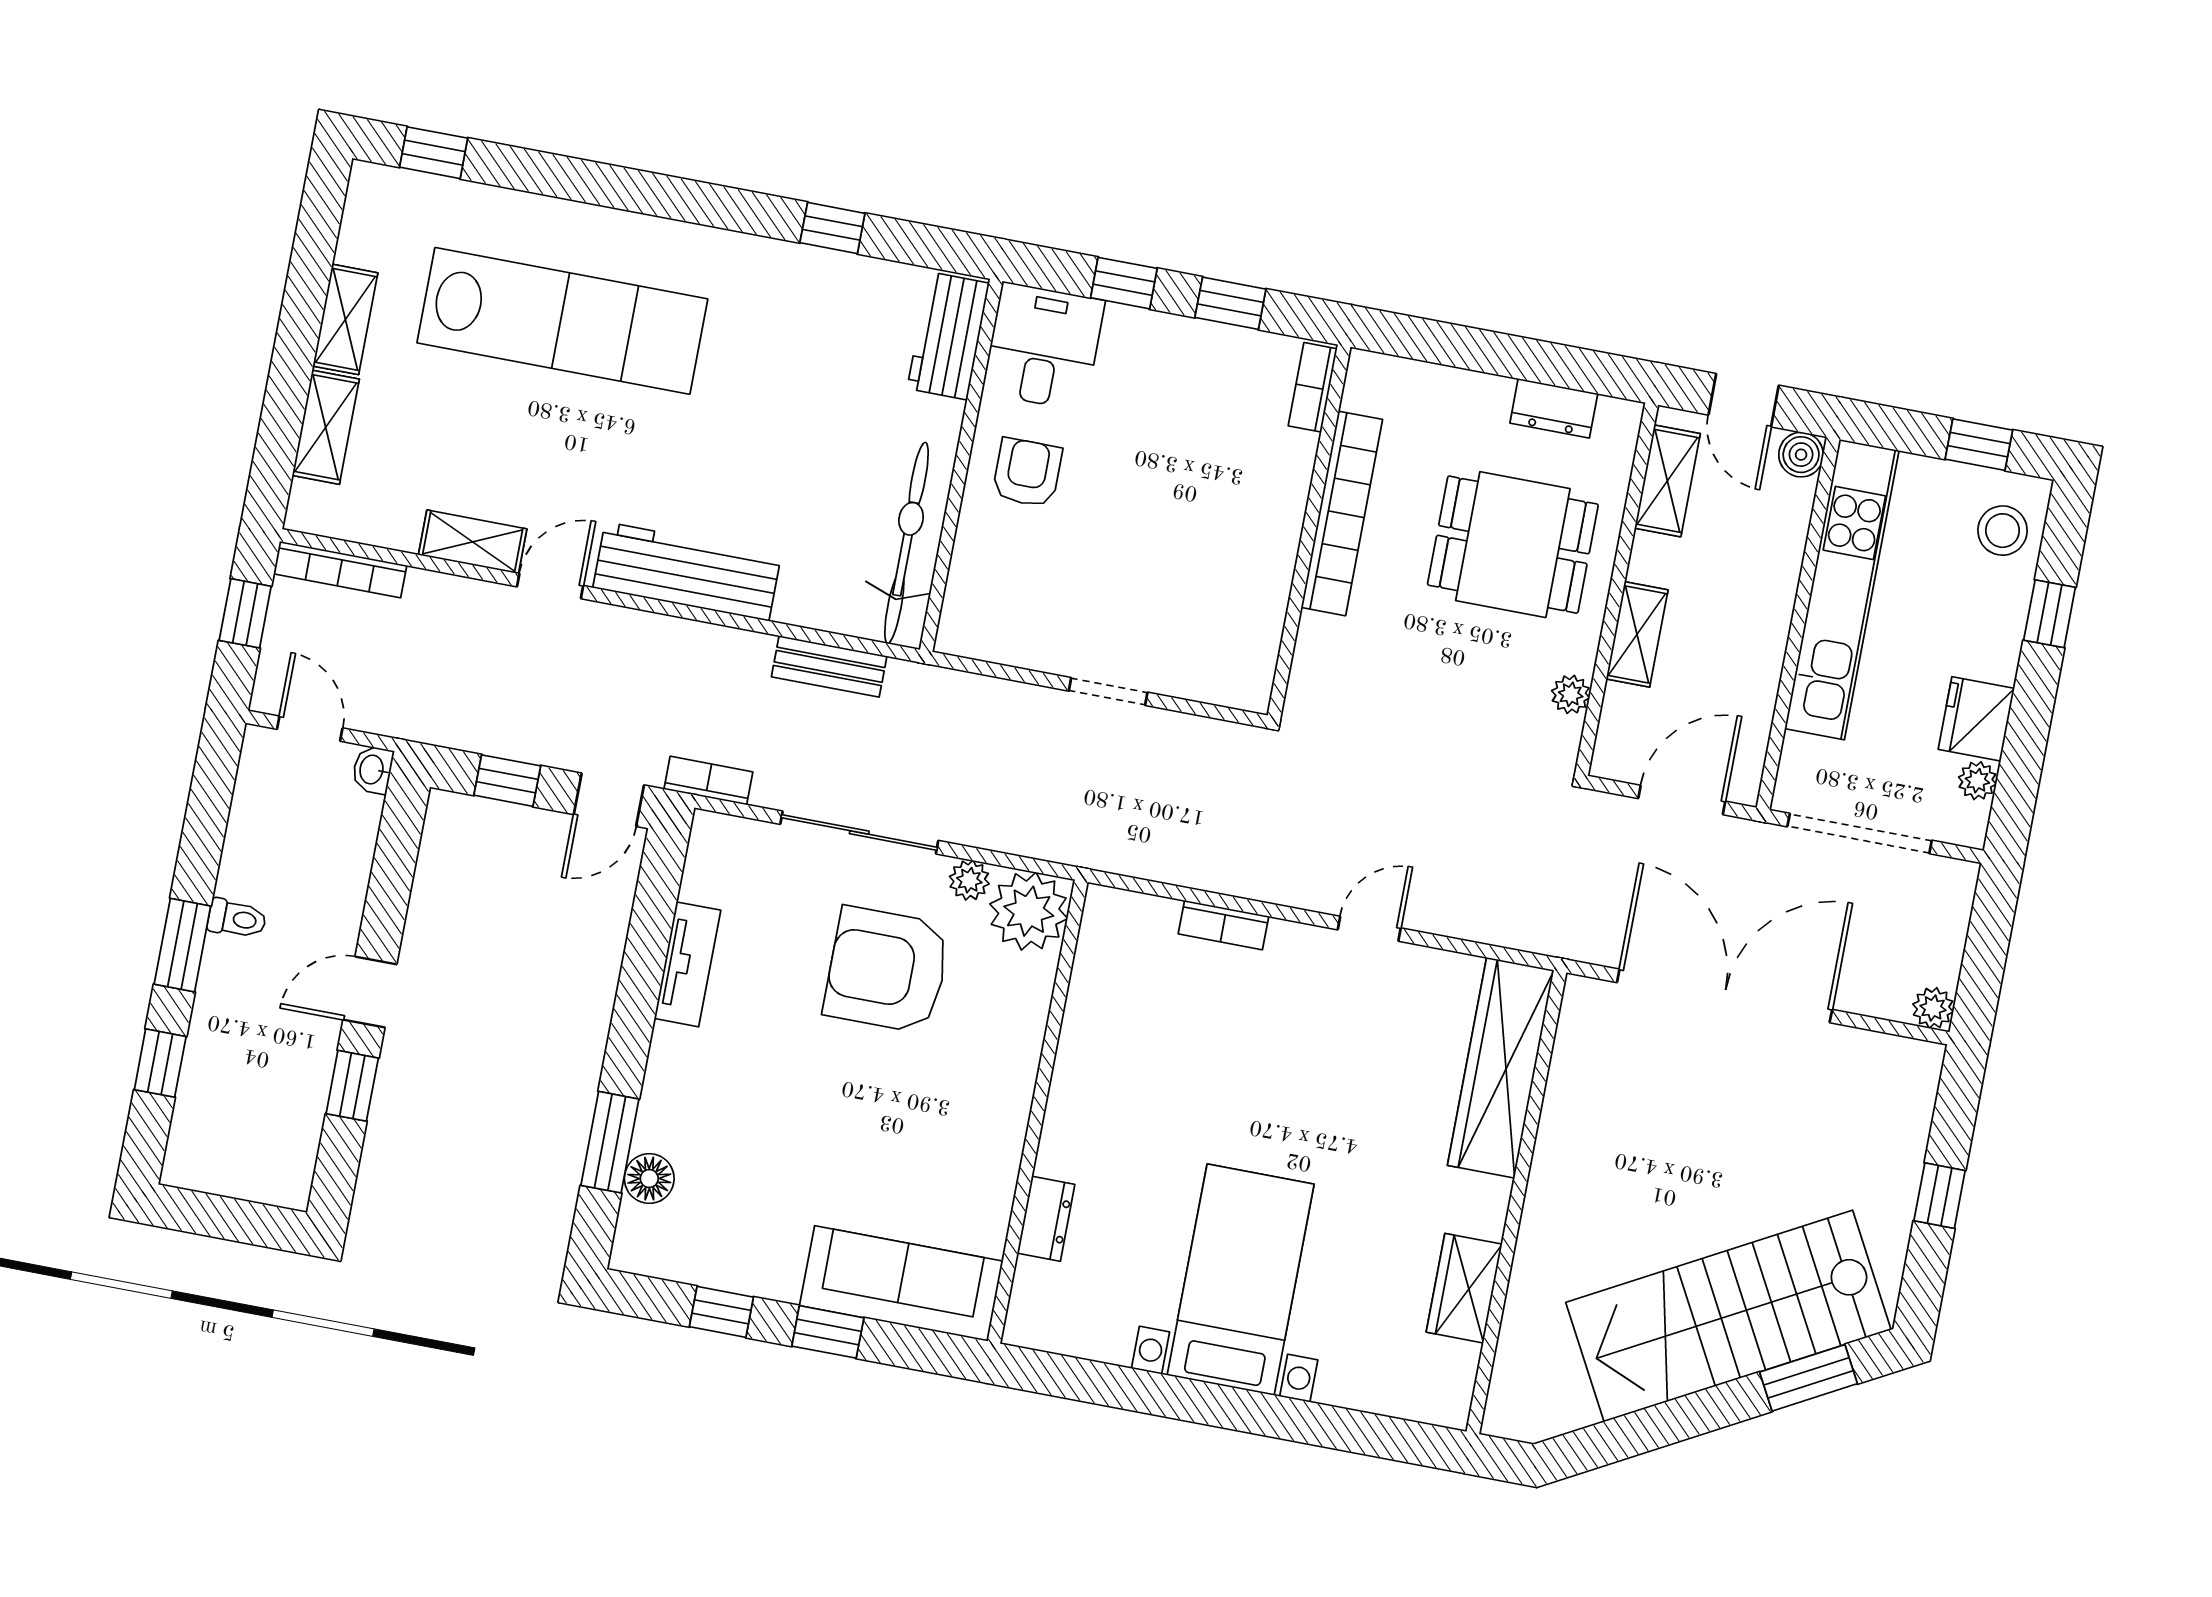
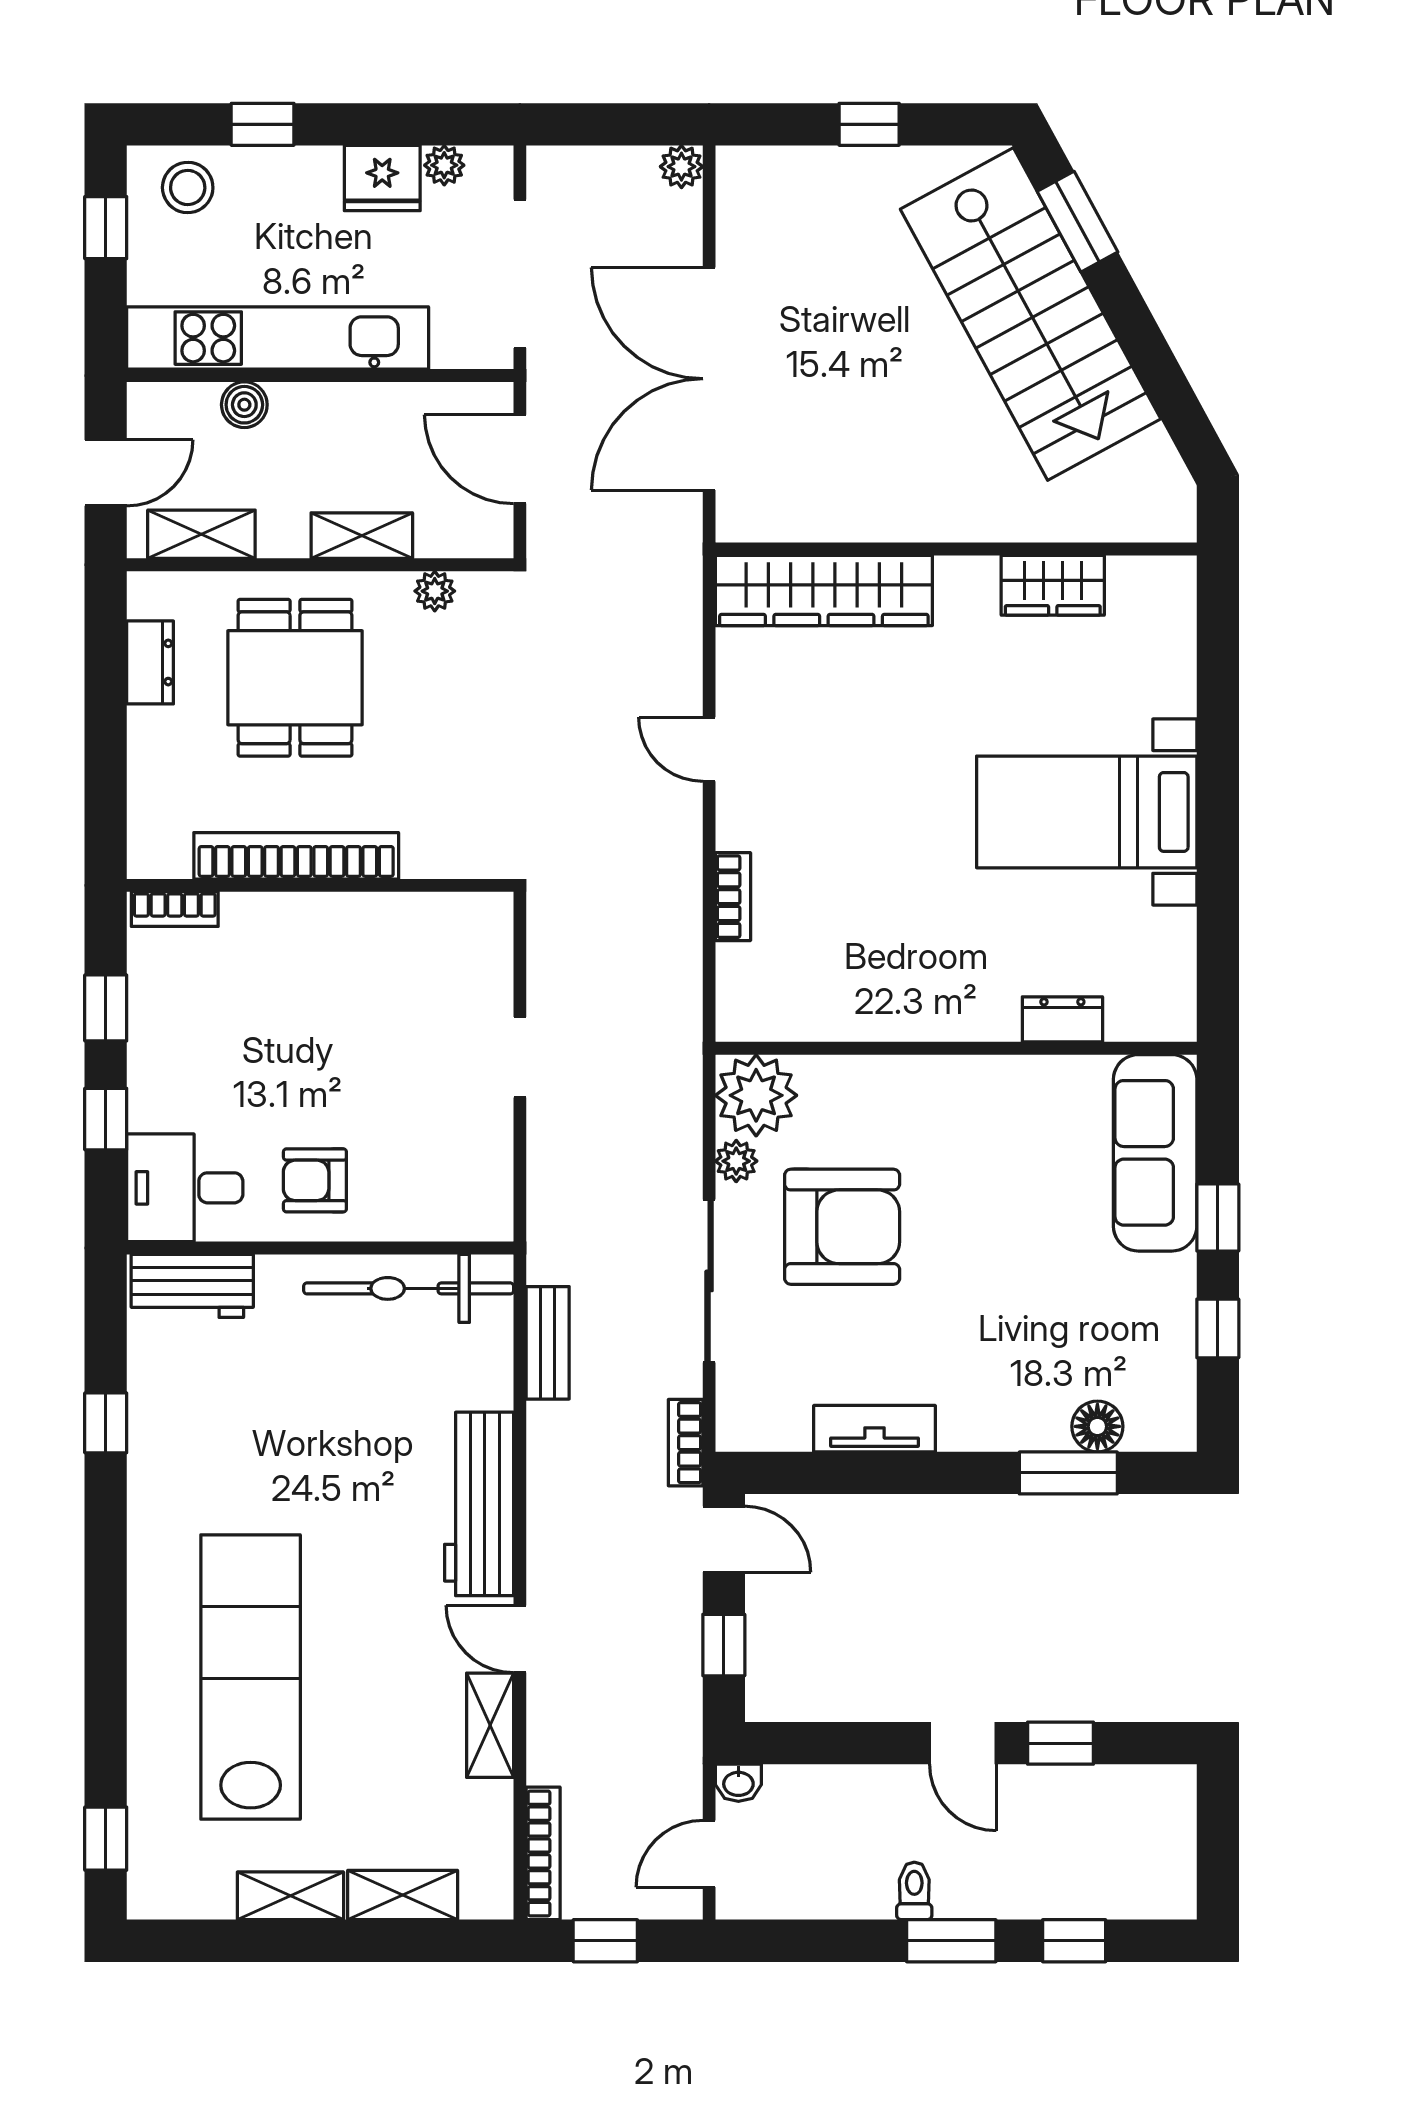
boiler: (1801, 455) -> (244, 405), moved
armchair: (887, 970) -> (842, 1227), turned -90

